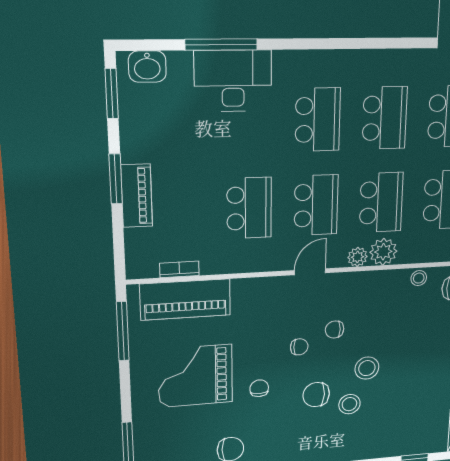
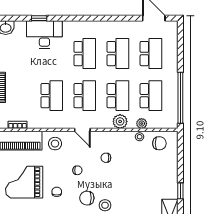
window: (221, 44) -> (39, 18), width x0.46
plant: (357, 257) -> (142, 124), moved
door: (310, 272) -> (82, 130), swing flipped
chair: (335, 329) -> (106, 158), moved
stool: (367, 368) -> (55, 144), moved

